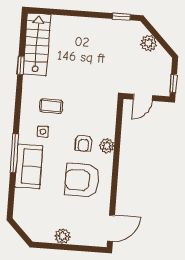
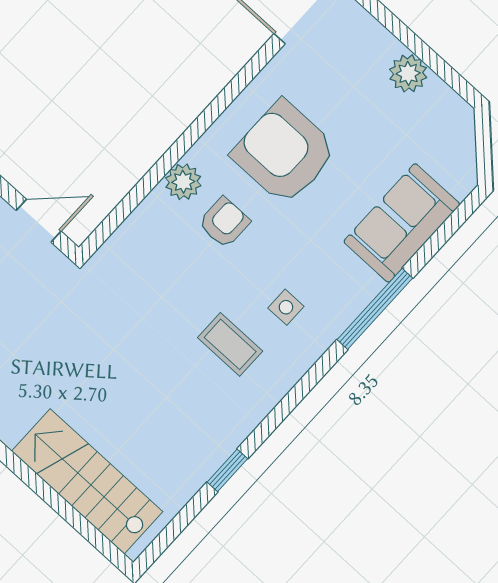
stairs: (37, 44) -> (87, 481), moved, turned 90
sofa: (29, 166) -> (402, 223), moved
armchair: (82, 180) -> (284, 152), turned 180

